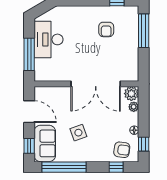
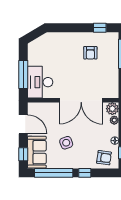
desk: (49, 39) -> (40, 82), moved
window: (116, 167) -> (85, 173), moved

